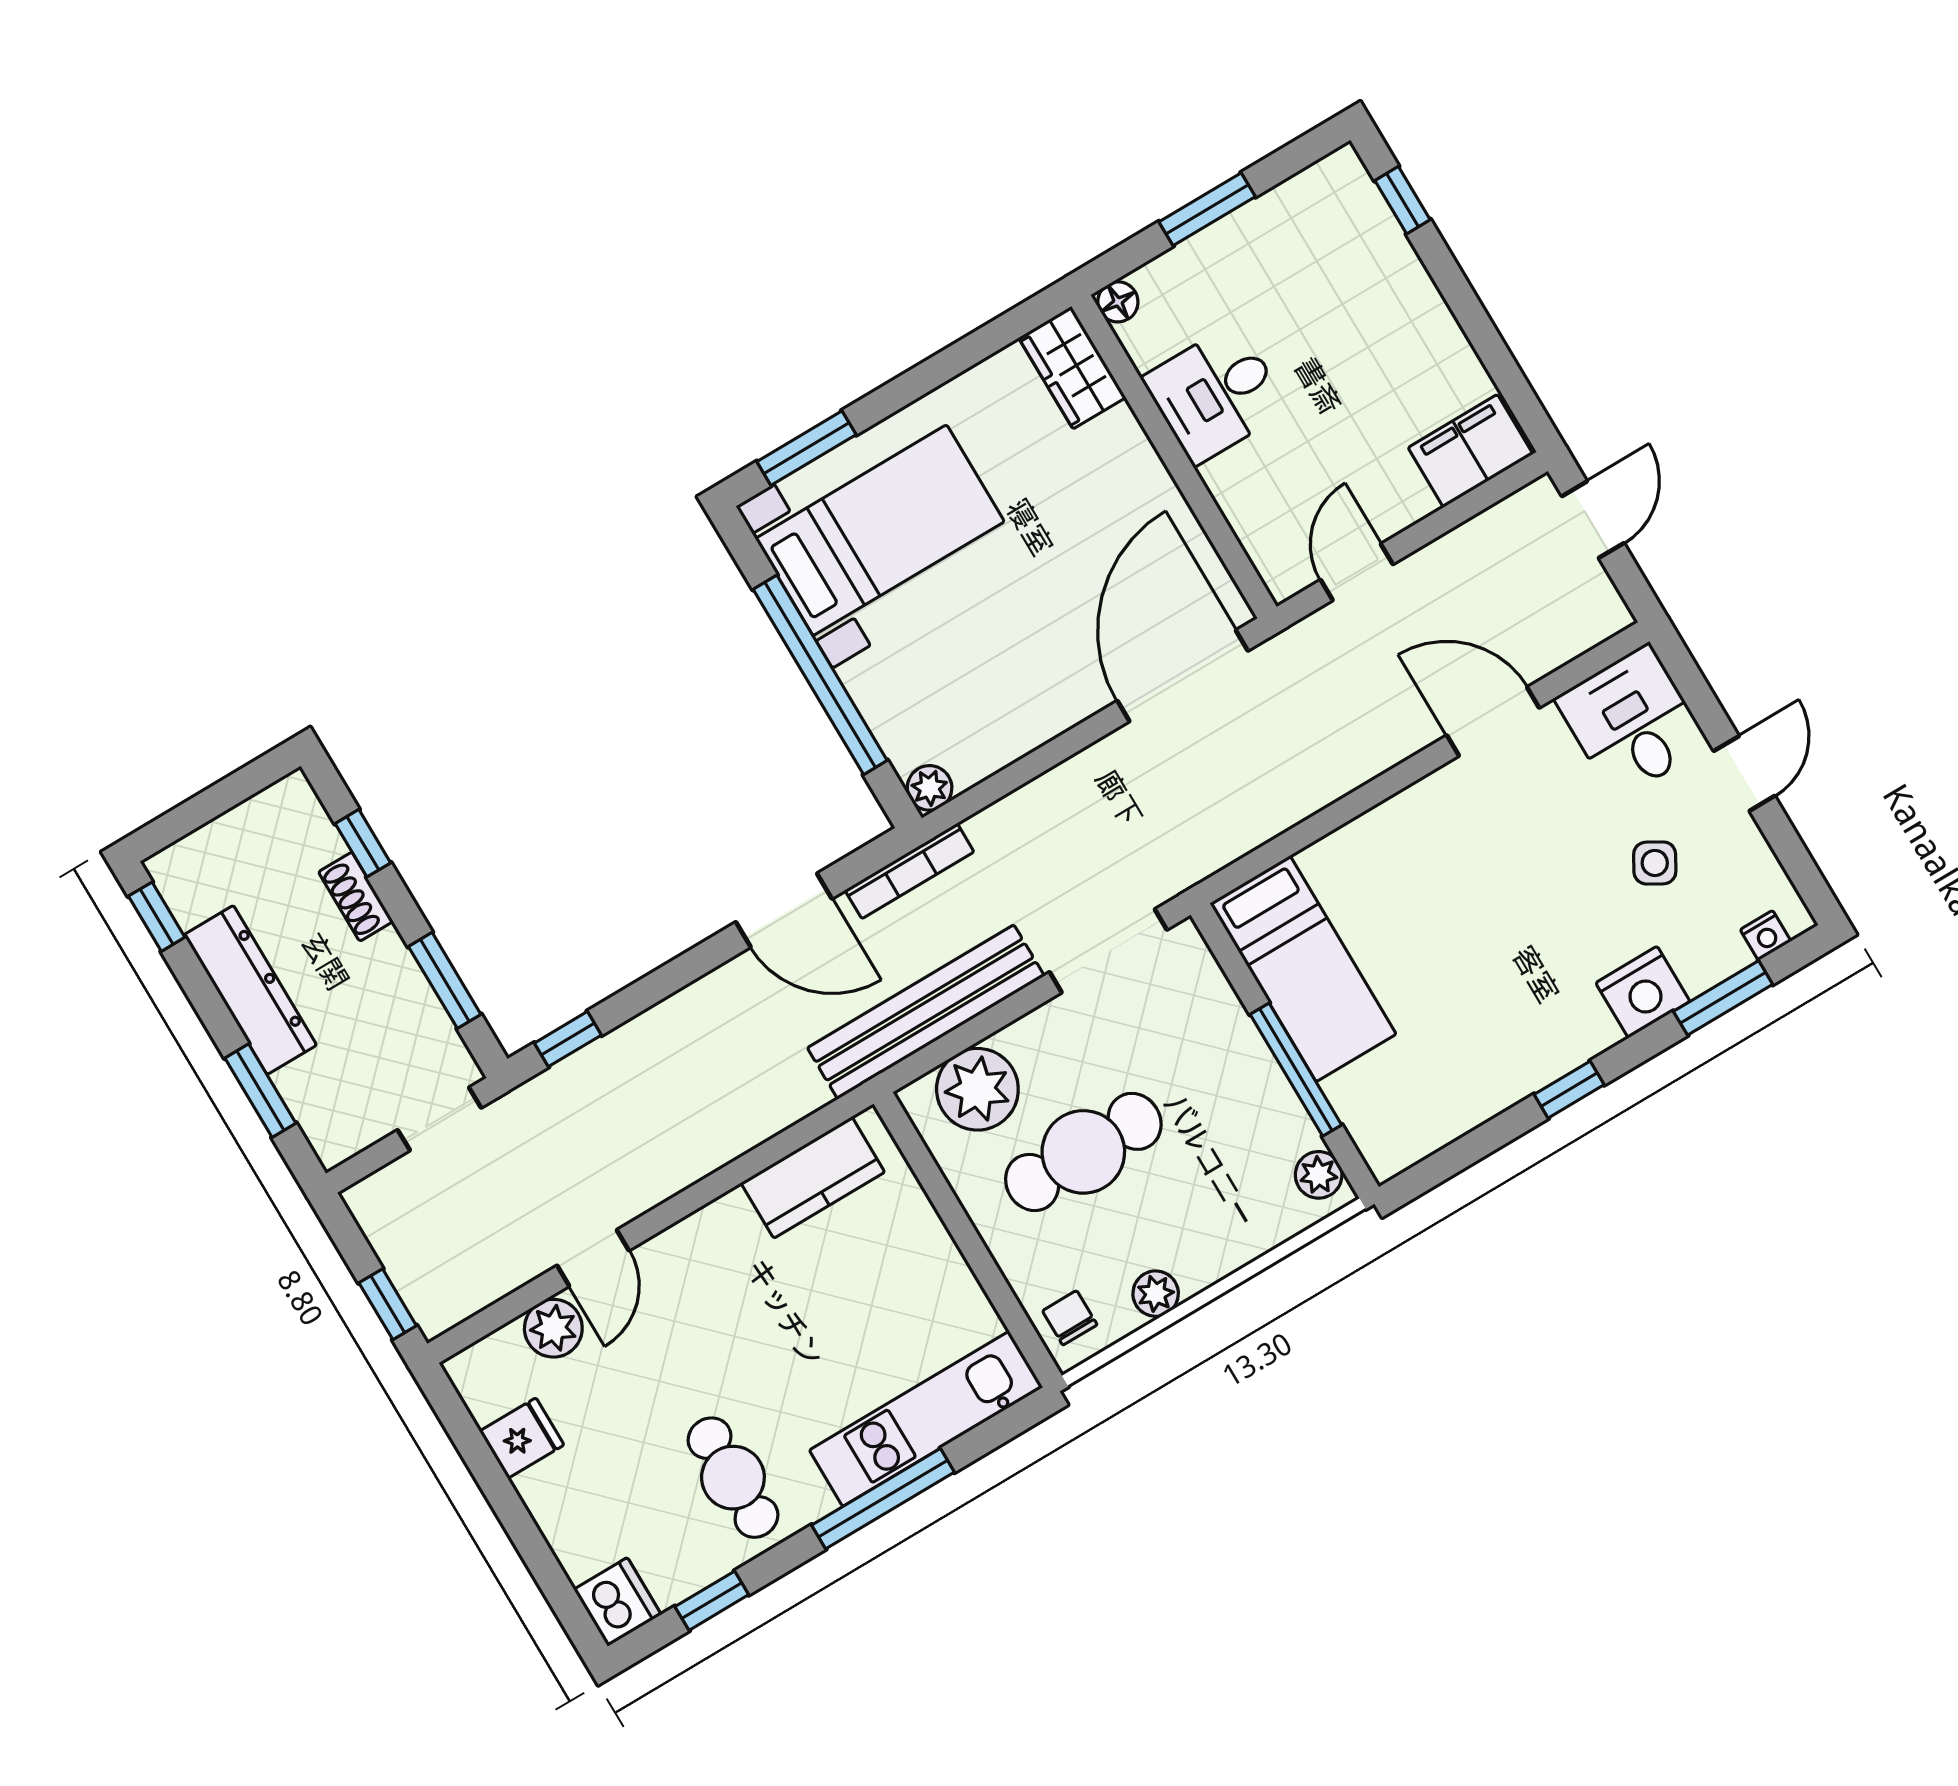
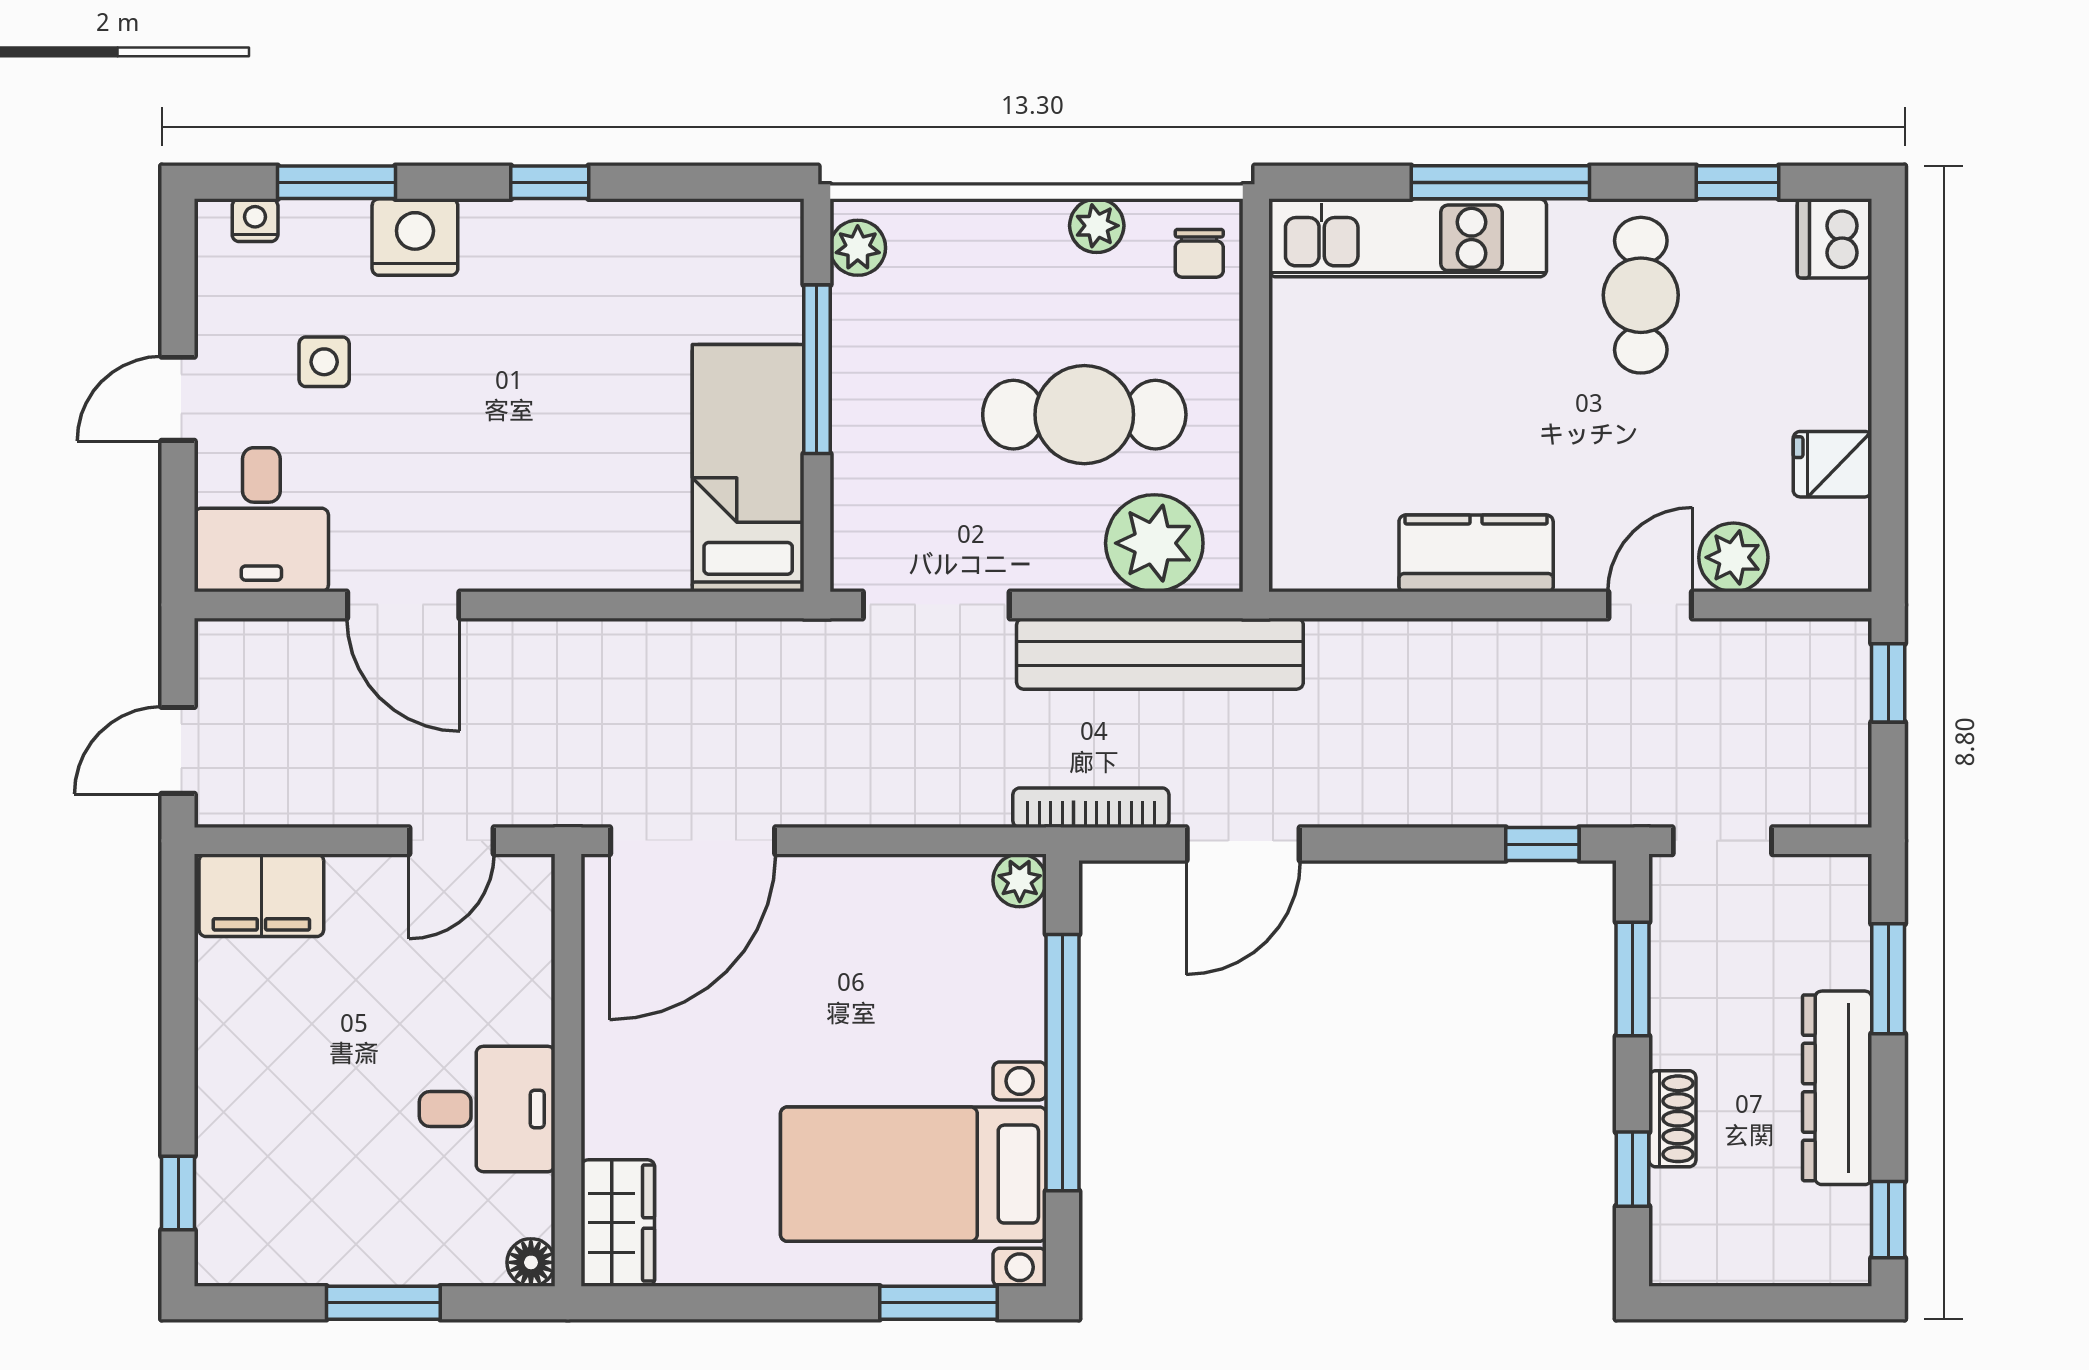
side table: (1655, 863) -> (324, 362), turned -30
door: (784, 910) -> (1243, 844), swing flipped
kitchen counter: (813, 1178) -> (1476, 553), moved

